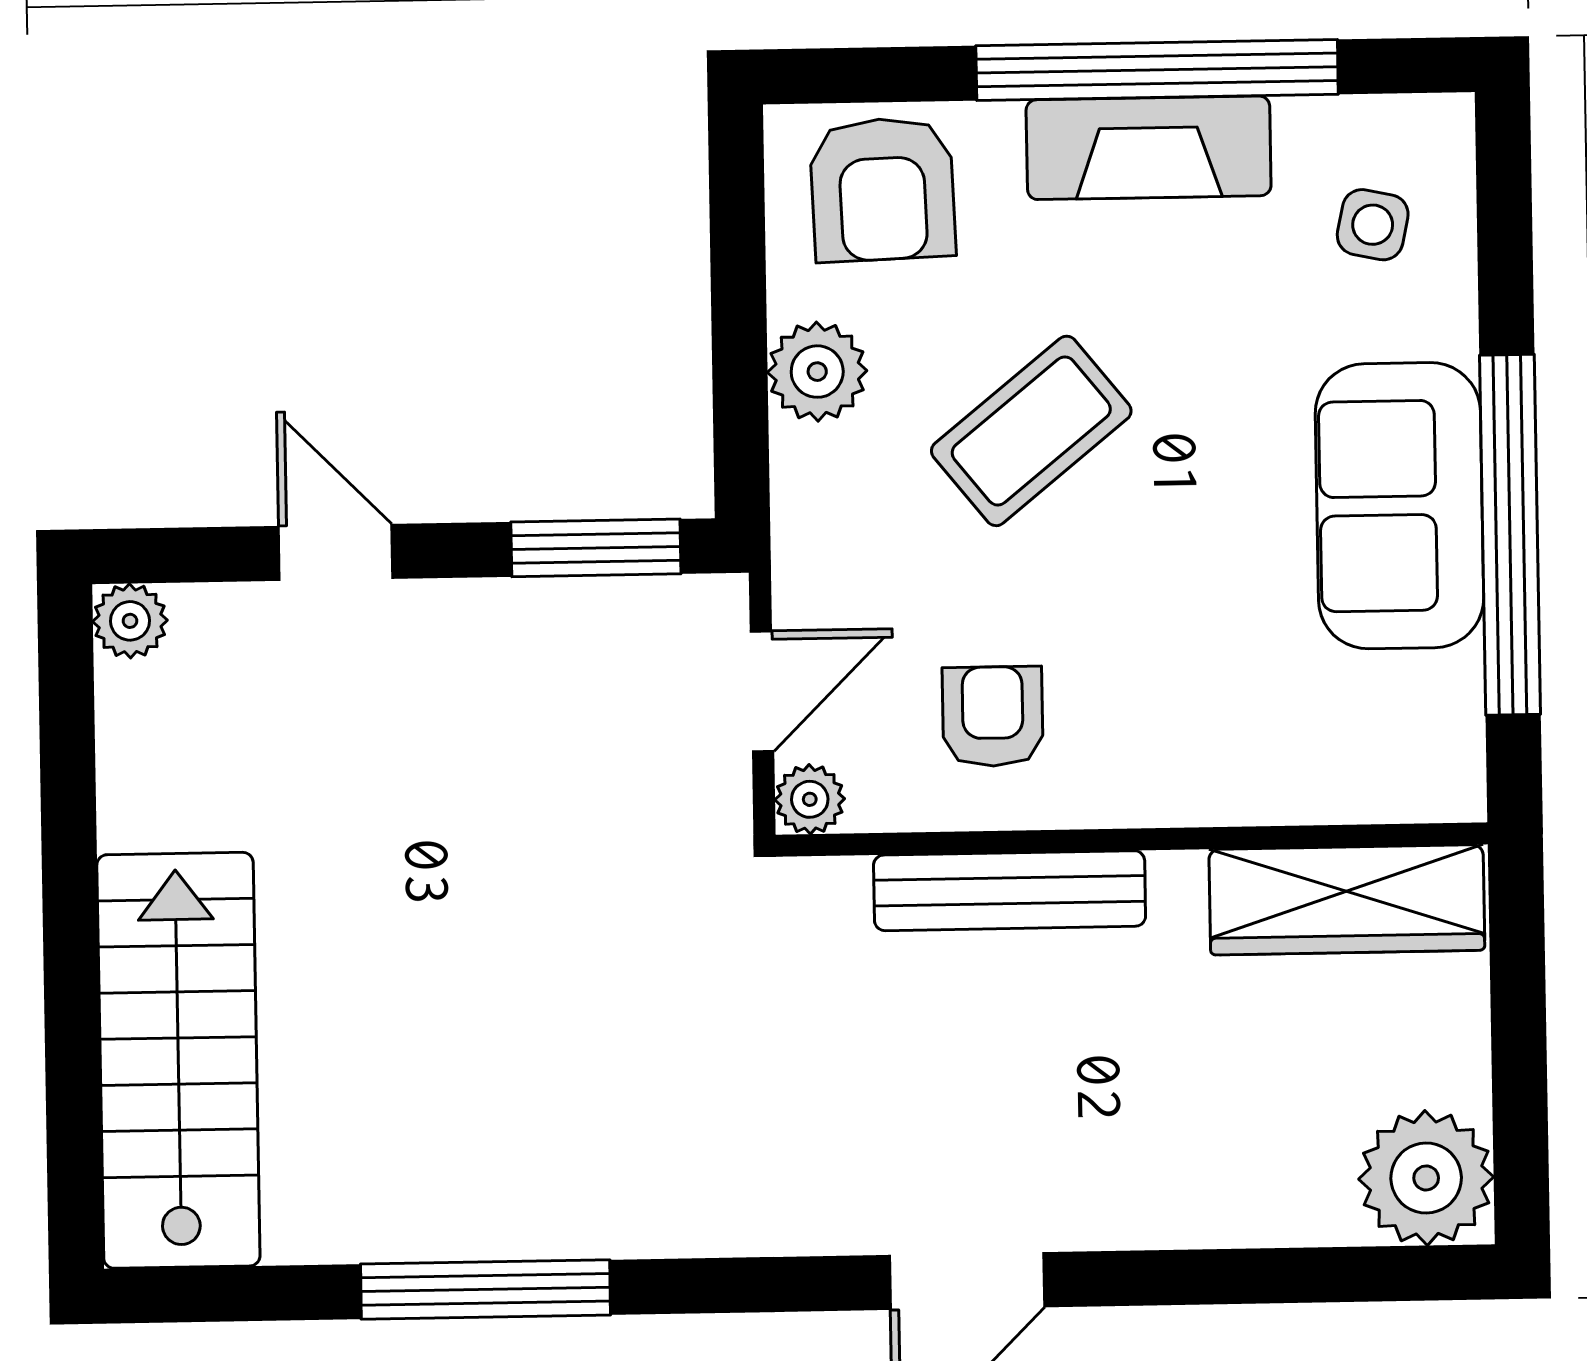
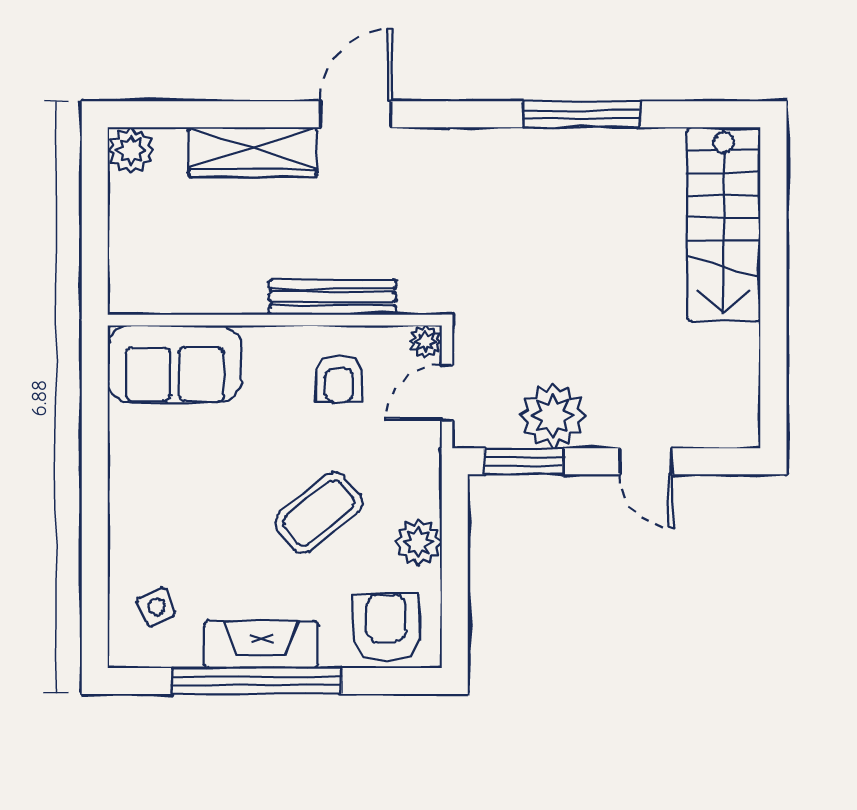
side table: (1373, 225) -> (157, 607), turned -35
sofa: (1399, 506) -> (175, 364), moved, turned 90
window: (1510, 535) -> (95, 460), removed
plant: (130, 621) -> (553, 416), moved, width x1.88, depth x1.88
wardrobe: (1347, 900) -> (252, 152), moved, turned 180
plant: (1426, 1178) -> (131, 150), width x0.73, depth x0.73

